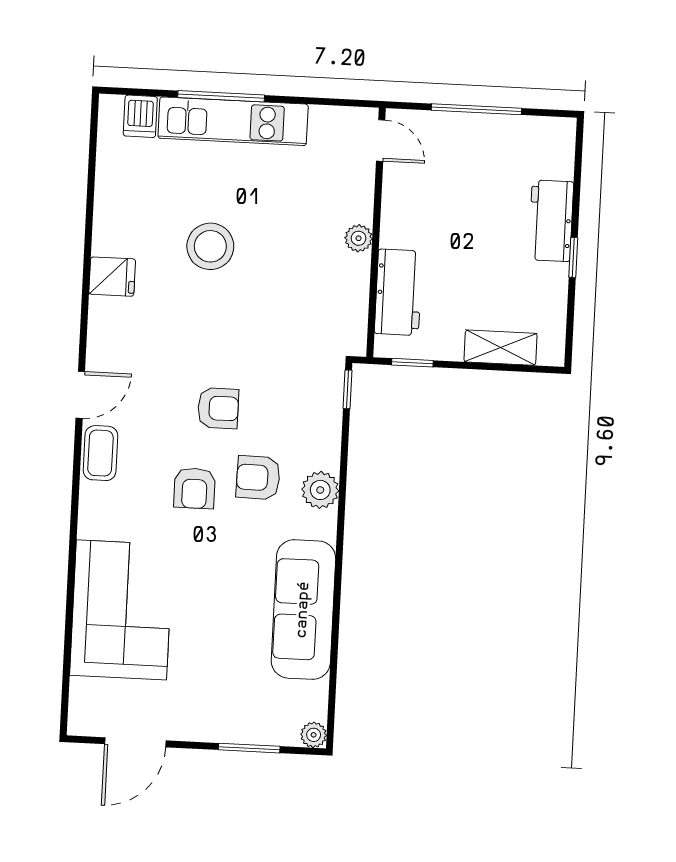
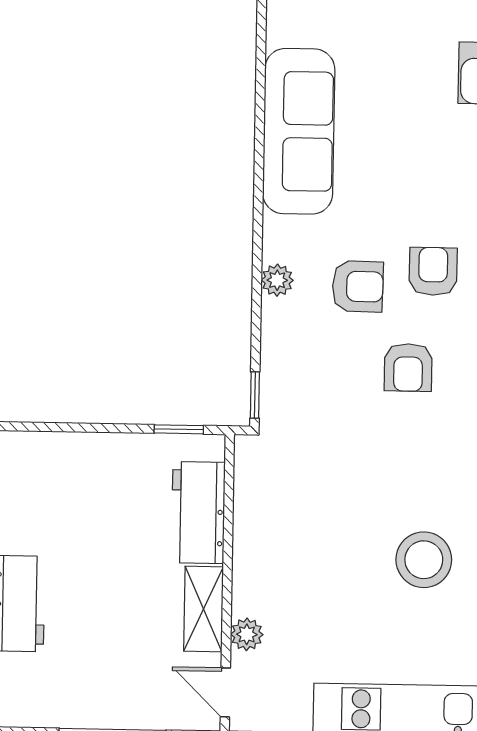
plant: (359, 238) -> (247, 634), moved
shelving: (500, 348) -> (204, 609), moved, turned 90
armchair: (218, 408) -> (408, 367), turned -90
plant: (320, 490) -> (277, 280), width x0.73, depth x0.73

